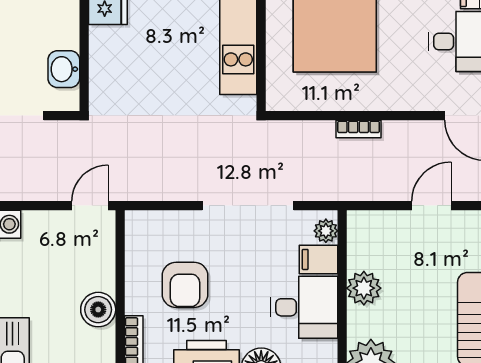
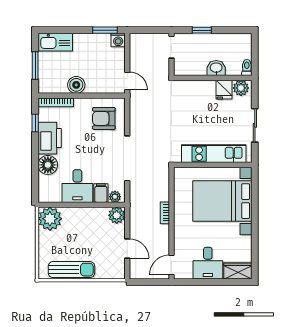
washbasin: (64, 69) -> (216, 68), moved
armchair: (185, 285) -> (104, 118), moved
plant: (364, 288) -> (117, 215), moved

